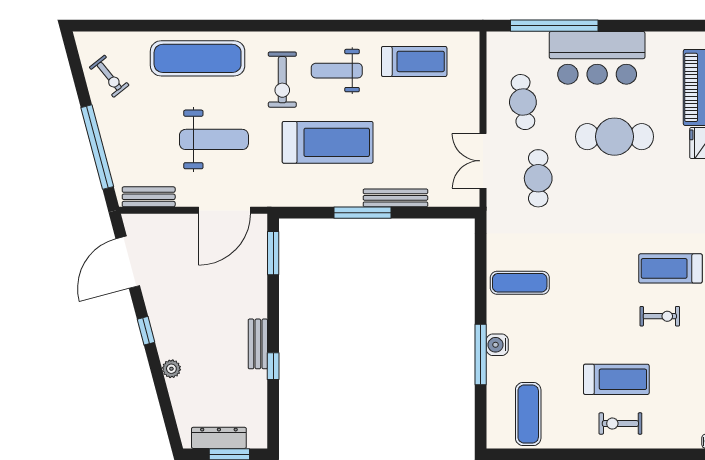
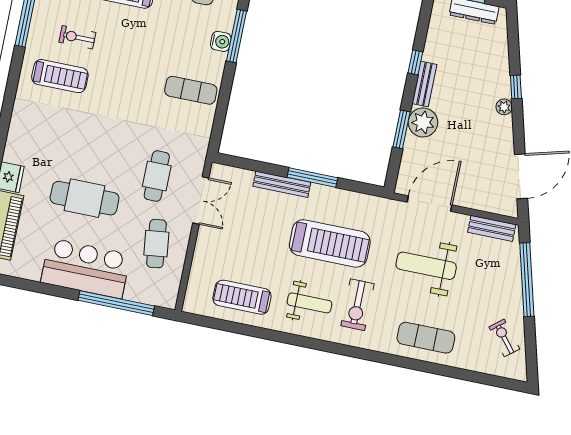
exercise mat: (198, 58) -> (426, 338), width x0.73, depth x0.69
exercise bike: (282, 80) -> (357, 305), turned 180
treadmill: (328, 142) -> (330, 243), turned 180
window: (273, 253) -> (402, 129), moved
plant: (251, 300) -> (423, 122), added
window: (146, 331) -> (516, 87), moved
plant: (171, 369) -> (504, 107), moved

